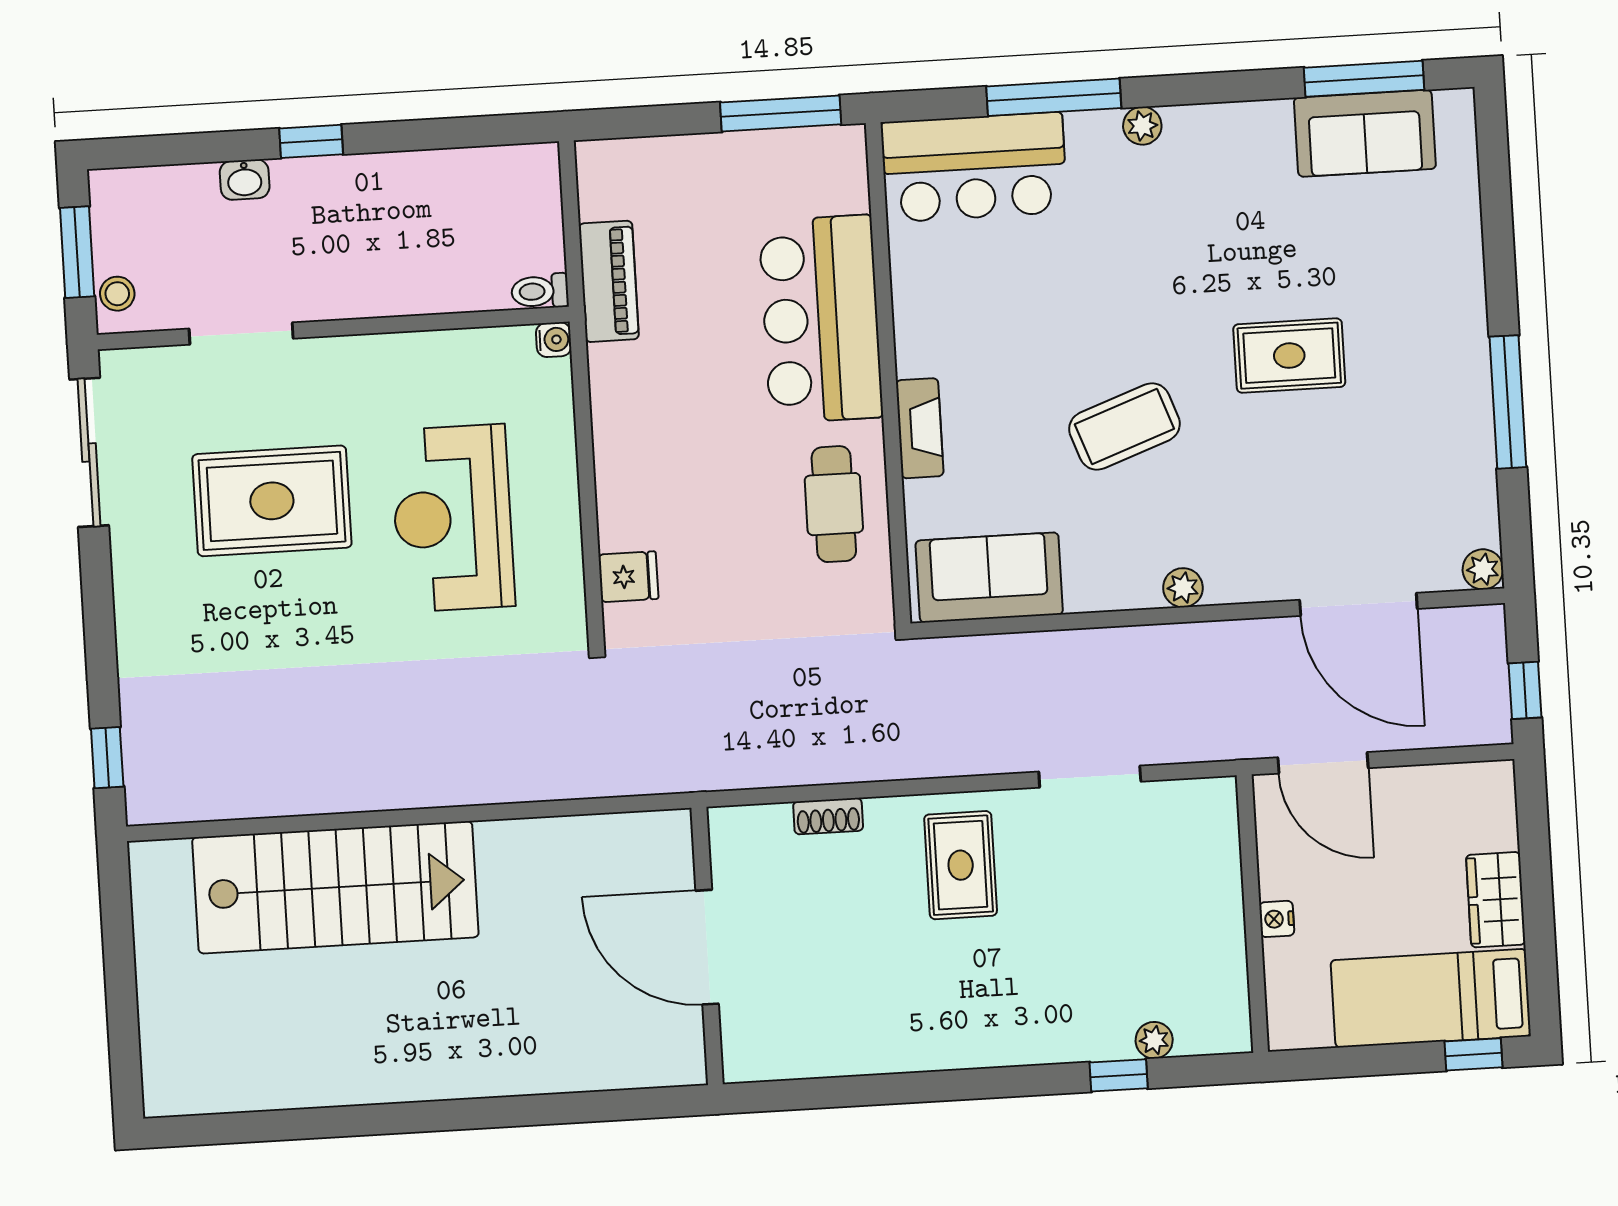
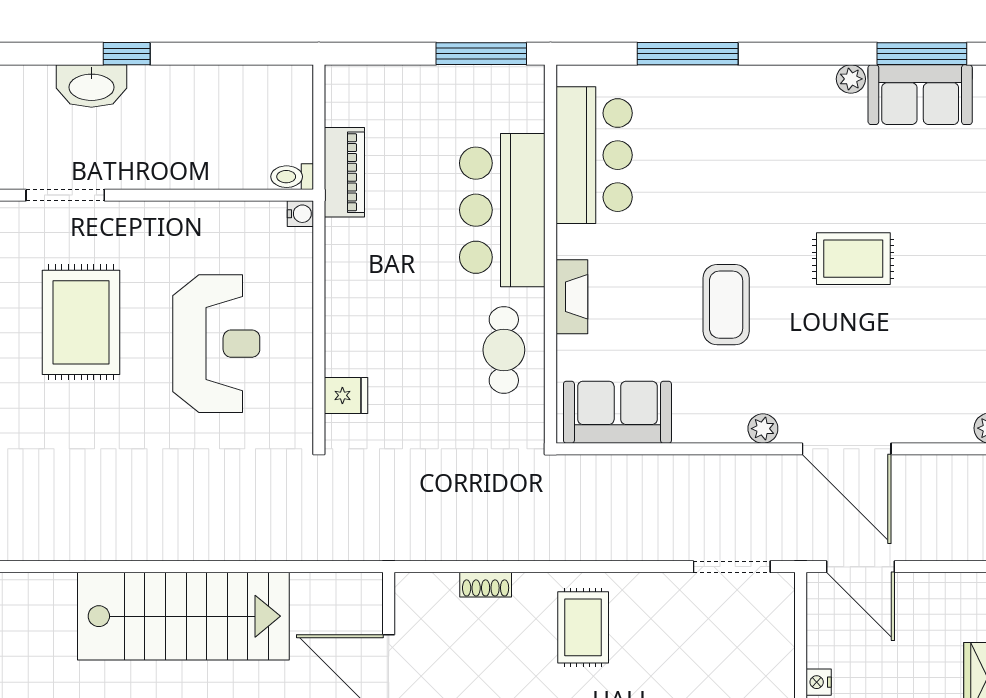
plant: (1142, 126) -> (851, 79), moved
bar counter: (974, 167) -> (594, 155), moved, turned -90
washbasin: (245, 180) -> (92, 86), width x1.91, depth x1.45
coffee table: (1124, 427) -> (726, 305), turned -70
rug: (272, 501) -> (81, 322), turned 90
reception desk: (453, 518) -> (216, 344), turned 180
door: (1358, 604) -> (847, 449), moved
doorway: (1090, 777) -> (732, 567), moved
stairs: (335, 887) -> (183, 616), moved

